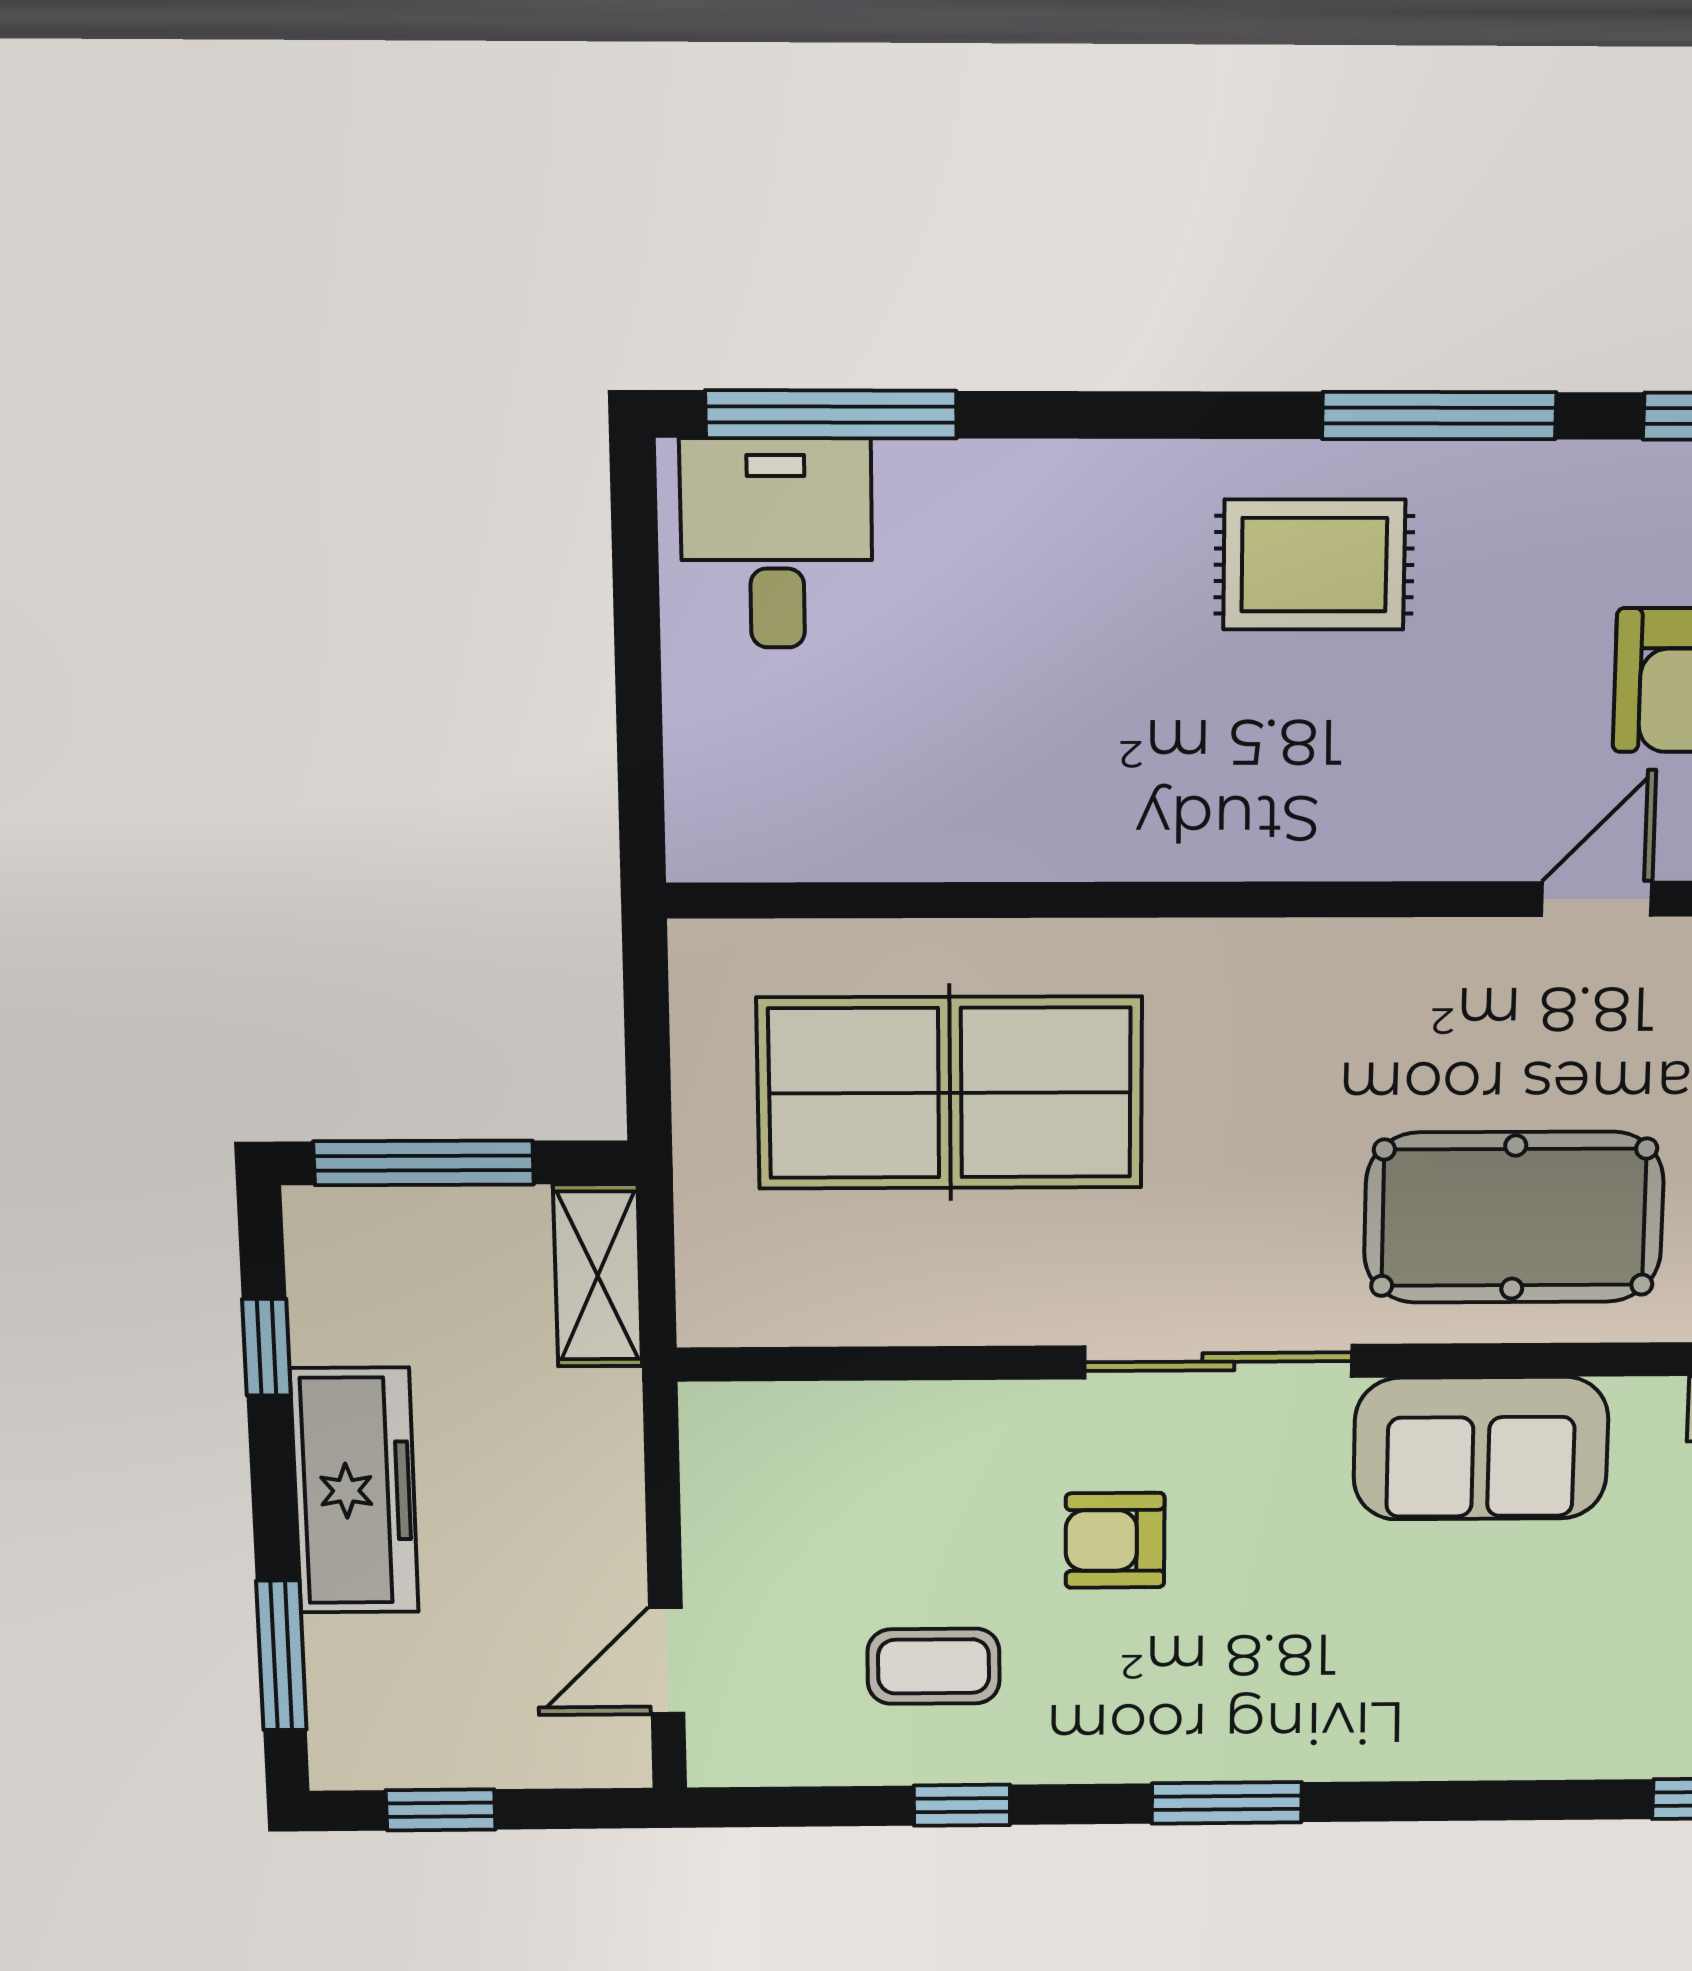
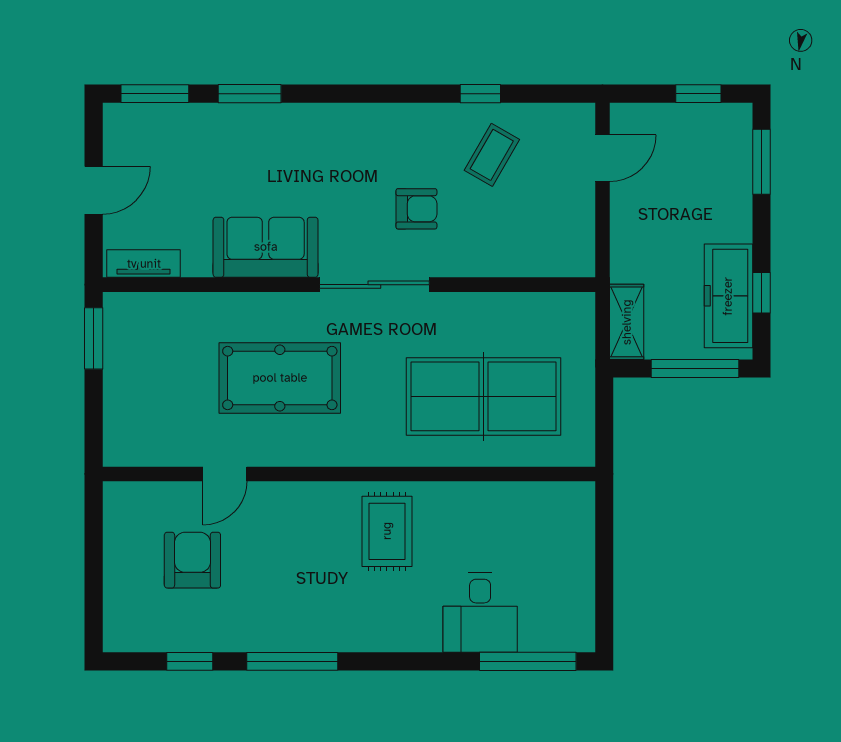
desk: (777, 543) -> (480, 613), moved
rug: (1314, 565) -> (387, 531), moved, turned 90
pool table: (1514, 1217) -> (280, 378), moved
freezer: (355, 1491) -> (728, 296), moved
coffee table: (934, 1666) -> (492, 155), turned -60
window: (1227, 1803) -> (250, 94), moved

